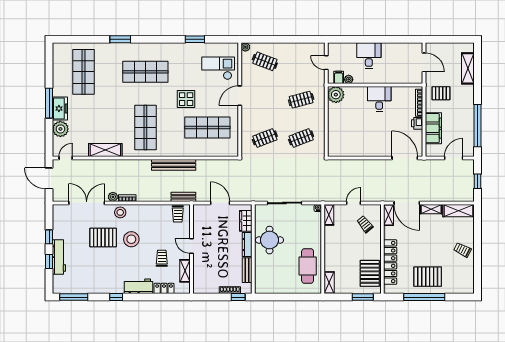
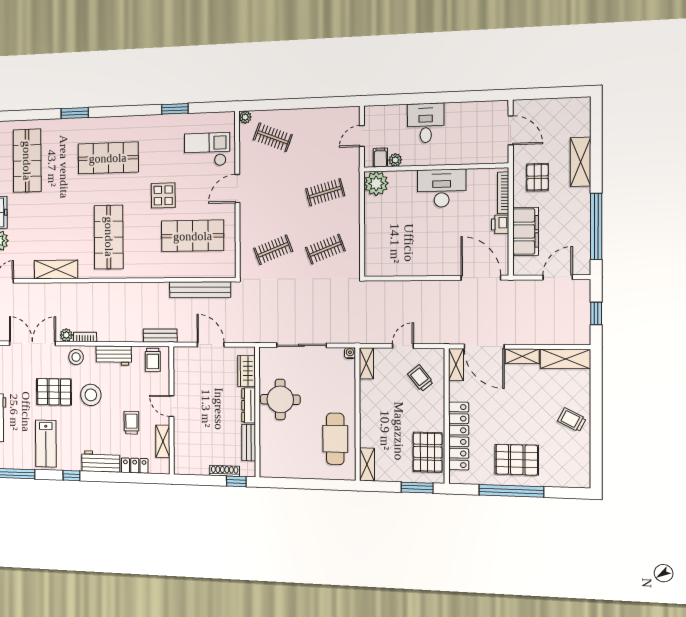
door: (326, 63) -> (362, 136), hinge flipped
shelving: (468, 68) -> (581, 162), moved
pallet: (441, 93) -> (538, 177), turned 90
desk: (379, 99) -> (442, 188), width x1.37
bench: (174, 165) -> (200, 290), moved
workbench: (149, 211) -> (114, 356), added
lab bench: (97, 275) -> (46, 444), added

